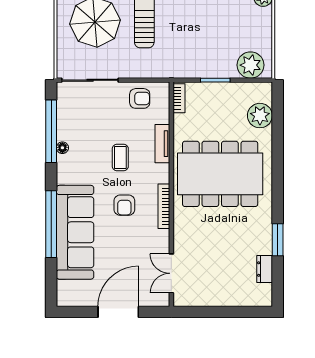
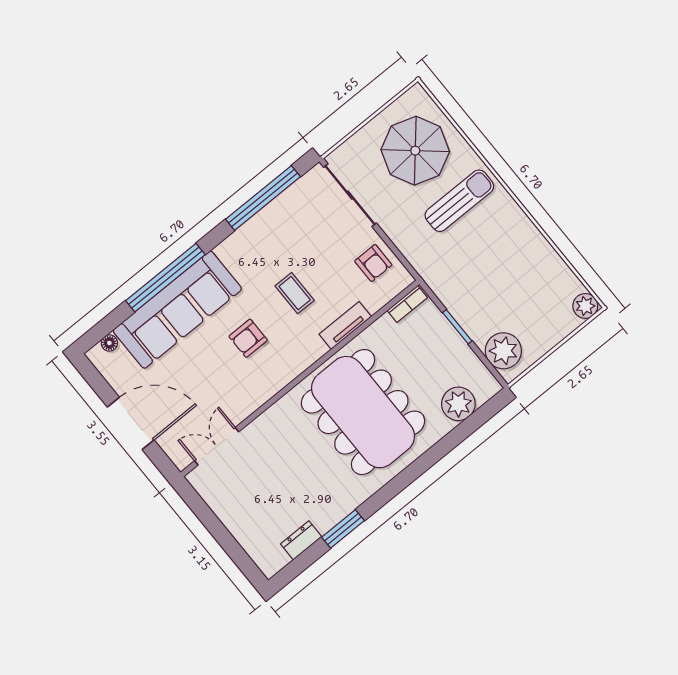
floor lamp: (62, 148) -> (109, 343), moved
coffee table: (120, 158) -> (295, 293), turned 90
bookcase: (164, 206) -> (281, 381), removed

